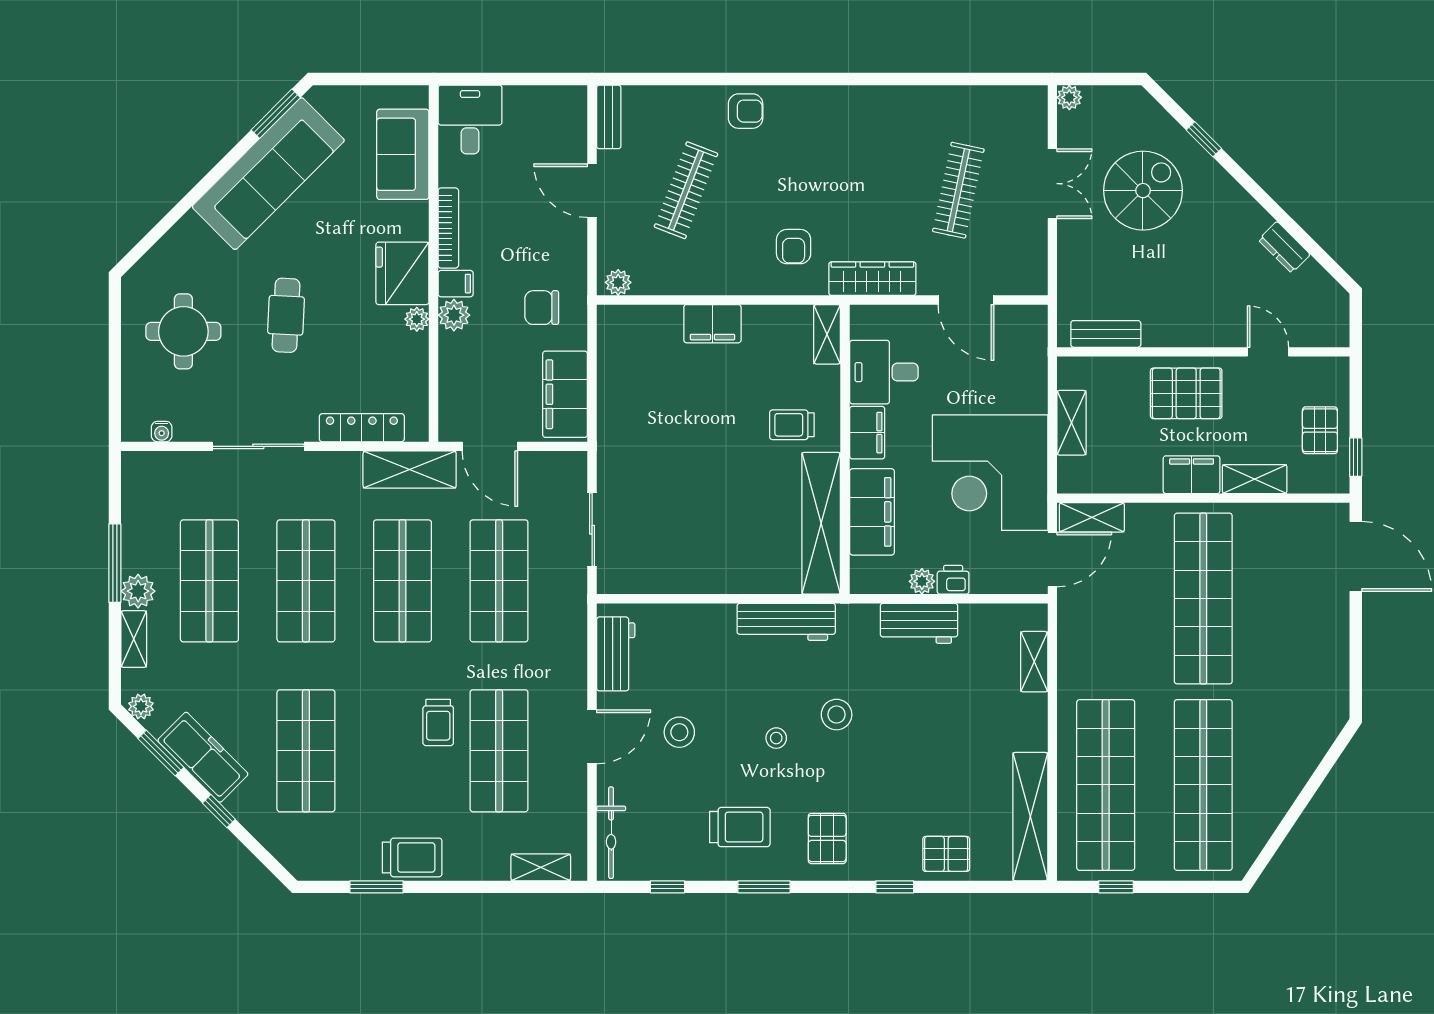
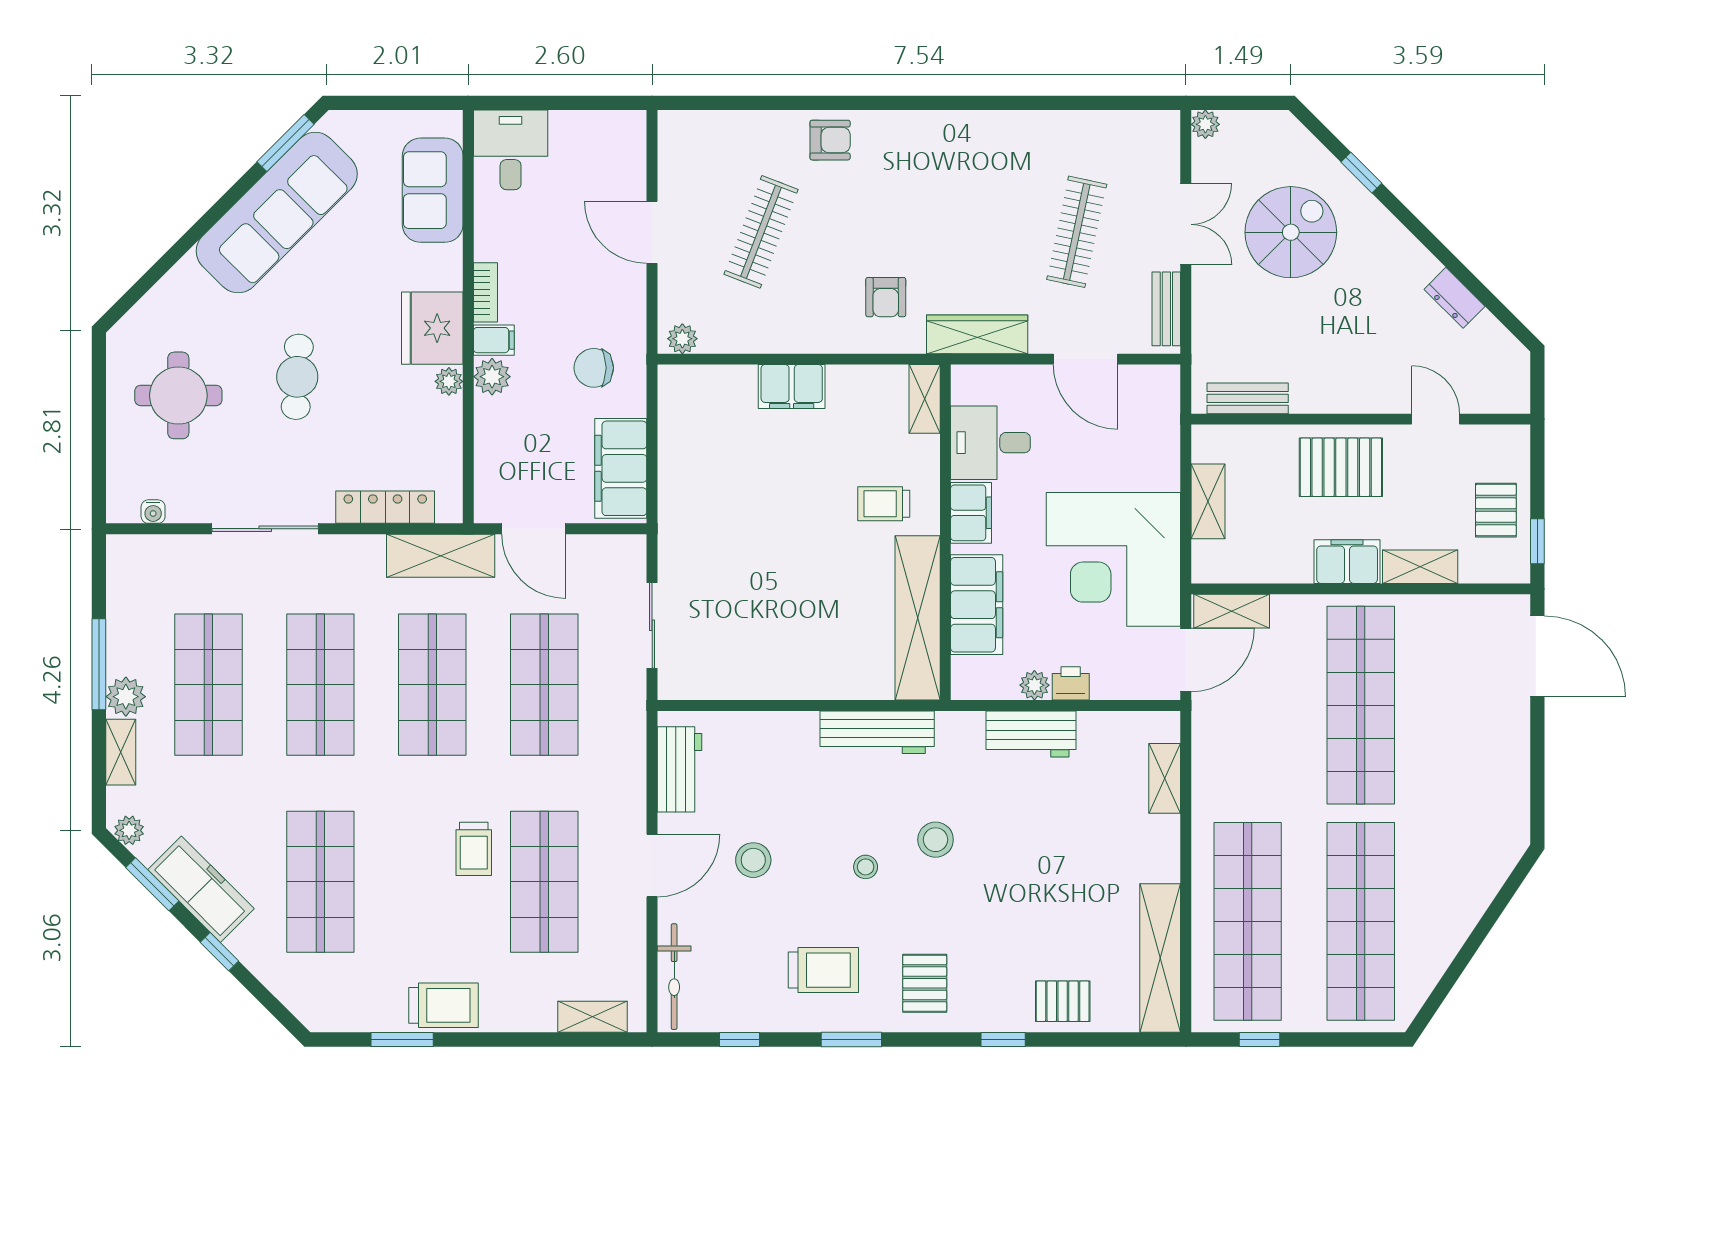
bench: (609, 117) -> (1166, 309), moved
bookcase: (448, 228) -> (485, 292), width x0.64

